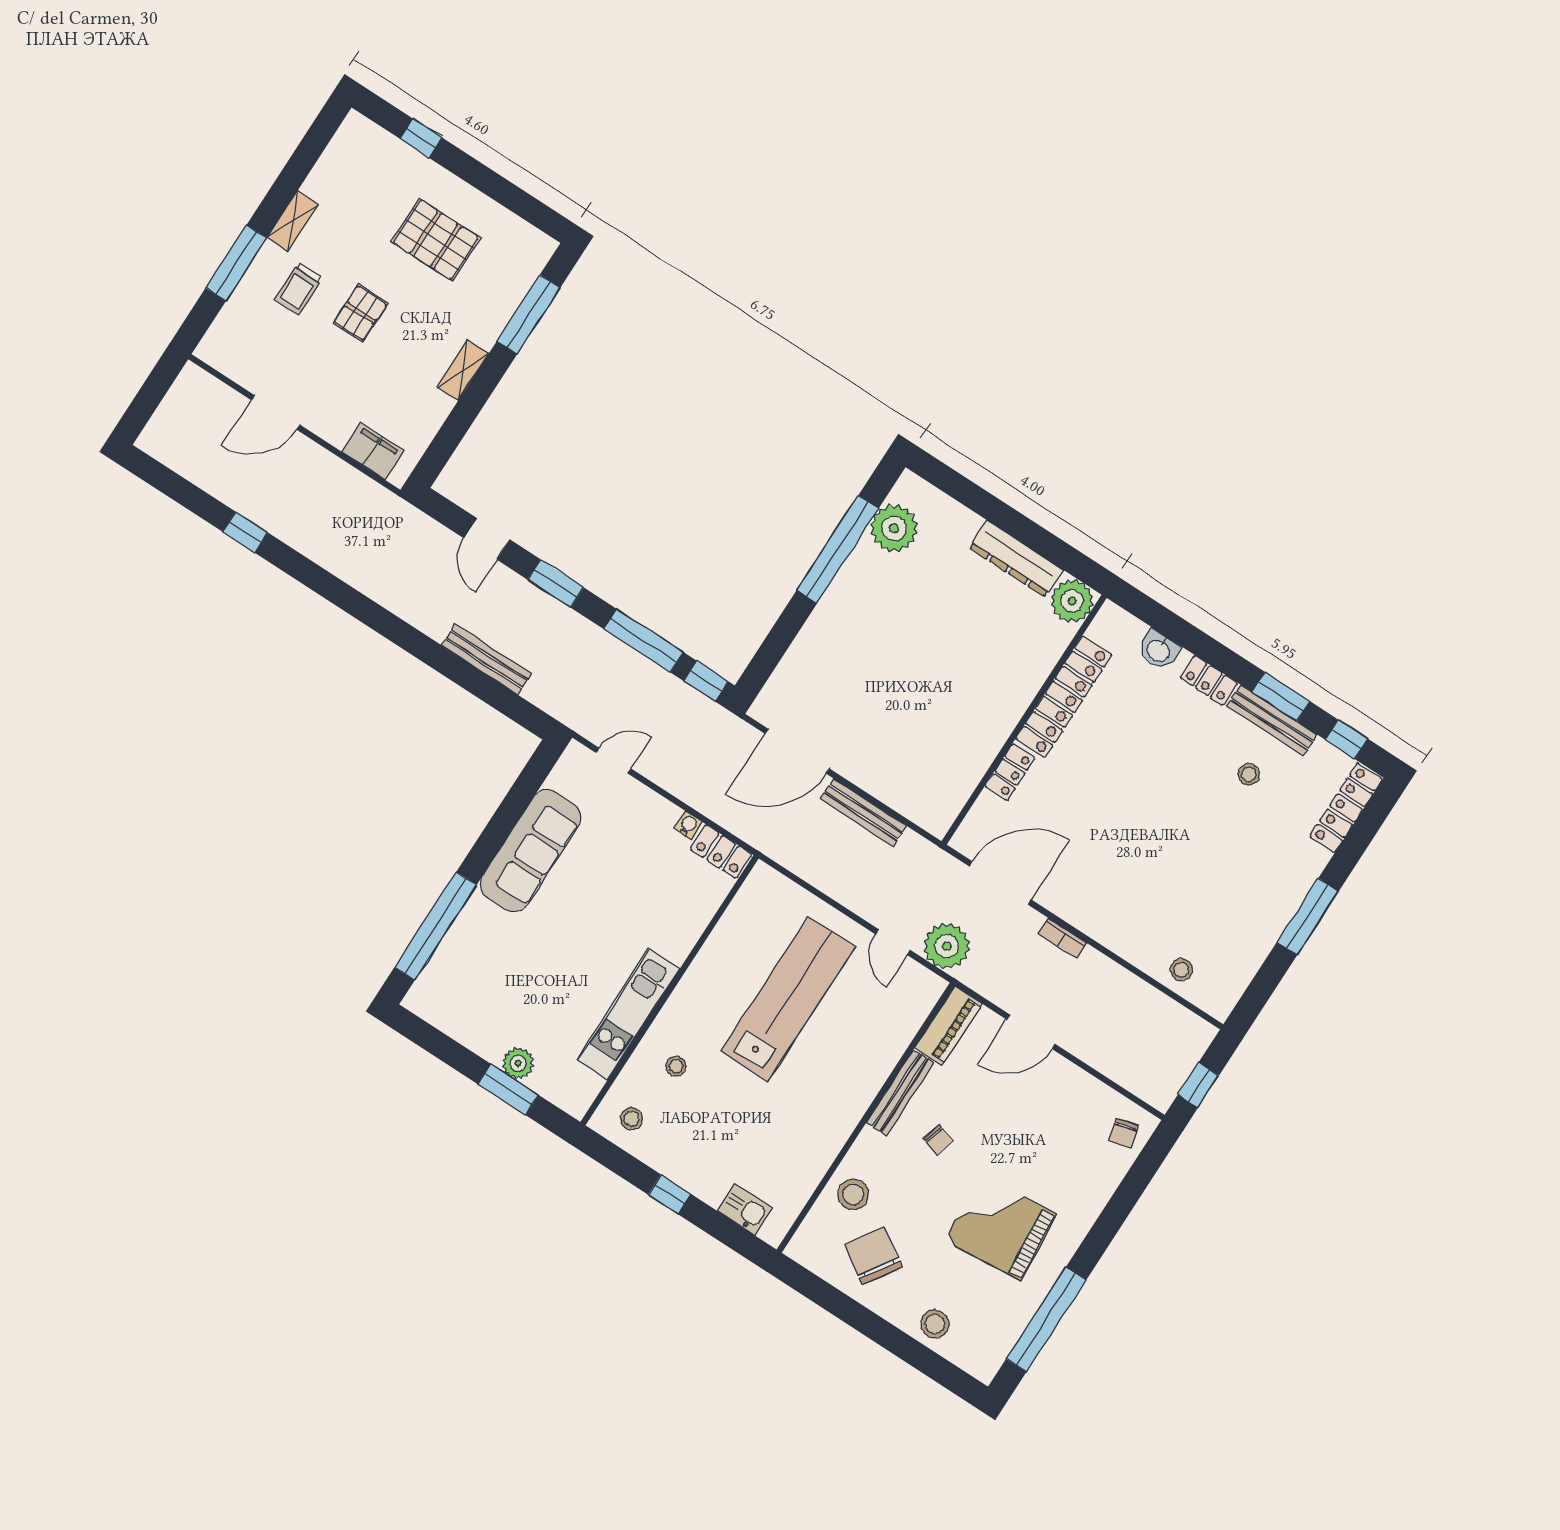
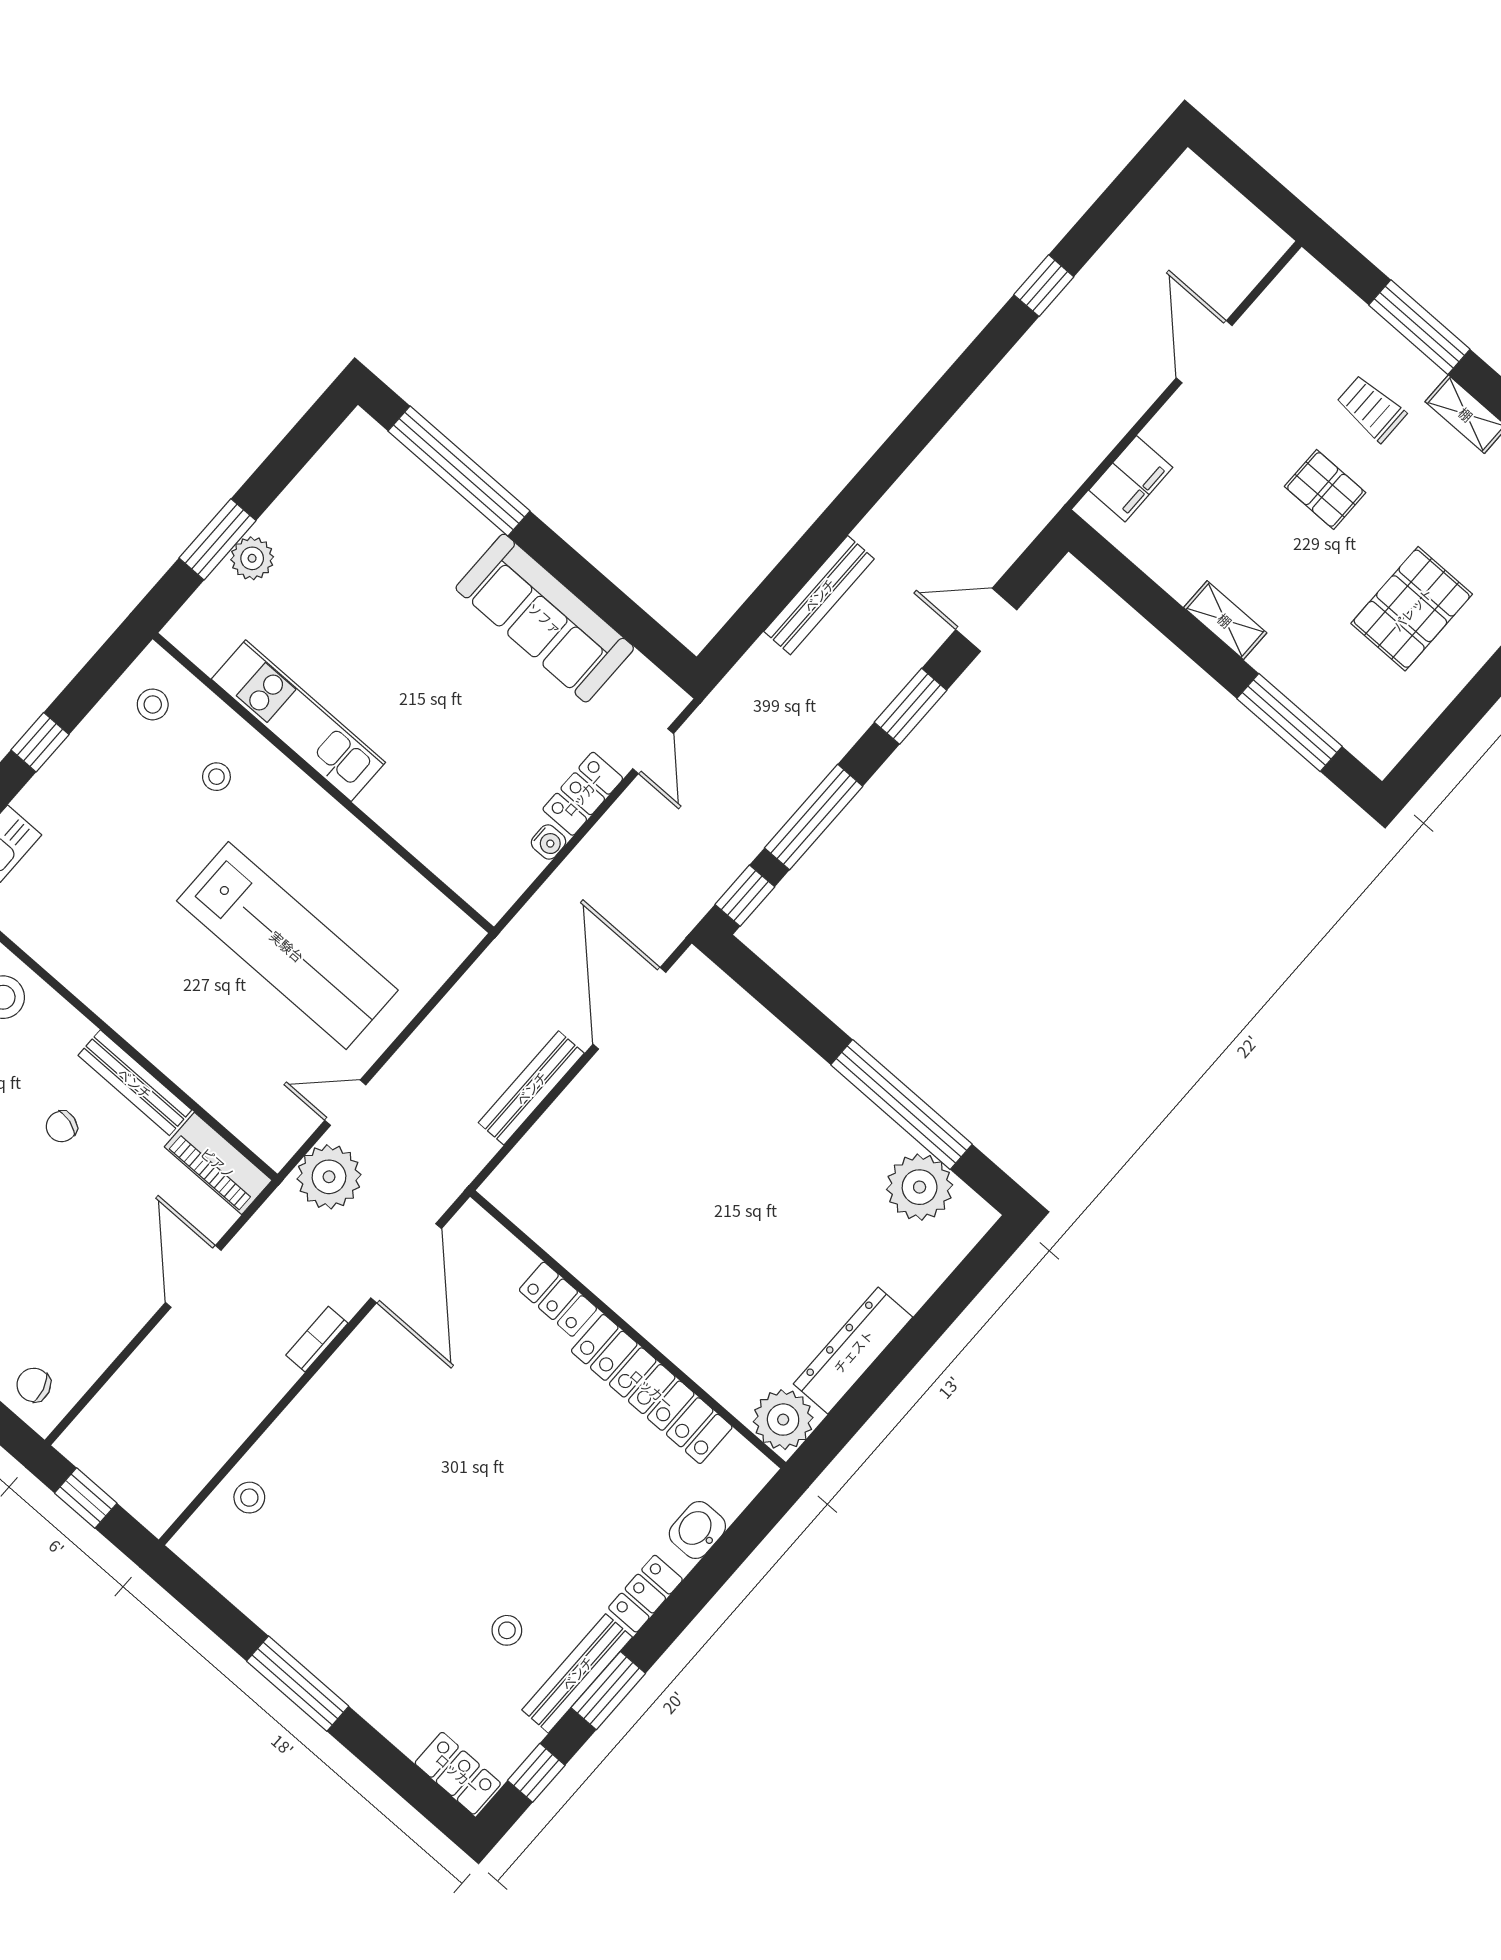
locker: (1346, 808) -> (458, 1773), width x0.66
locker: (721, 852) -> (583, 794), moved

